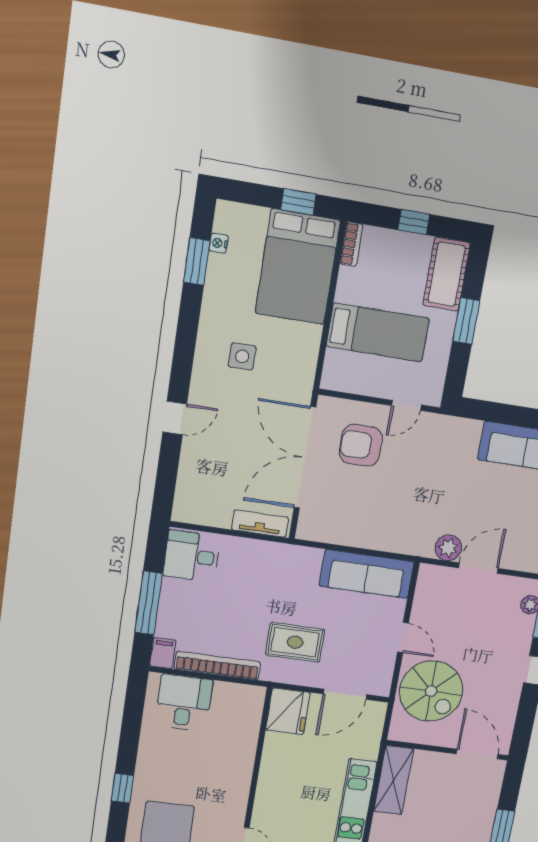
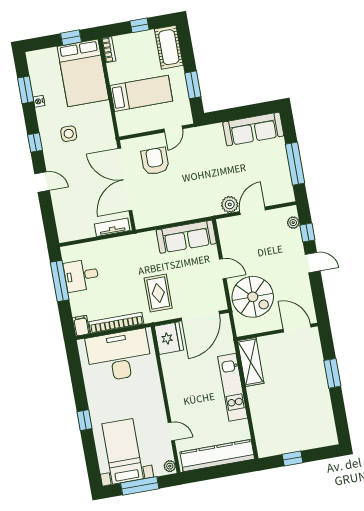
nightstand: (219, 243) -> (39, 101), moved
window: (466, 321) -> (193, 85), moved
window: (184, 352) -> (35, 142), added
door: (175, 418) -> (42, 182), hinge flipped
armchair: (361, 445) -> (155, 161), turned 90
desk: (192, 556) -> (81, 275), moved
window: (149, 603) -> (60, 281), moved
rug: (295, 642) -> (158, 293), turned 90
door: (345, 694) -> (200, 316), width x1.36
desk: (184, 703) -> (119, 356), width x1.87, depth x1.30

